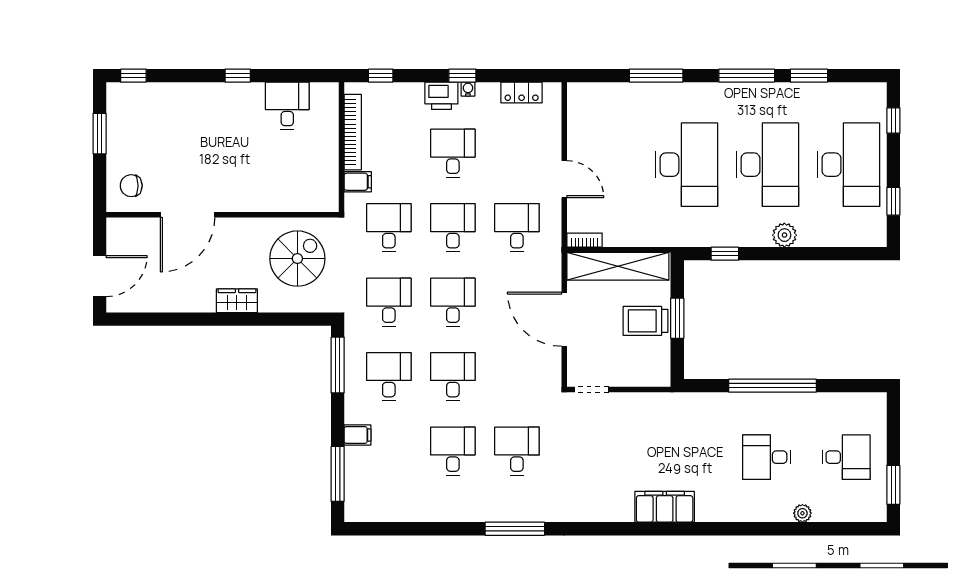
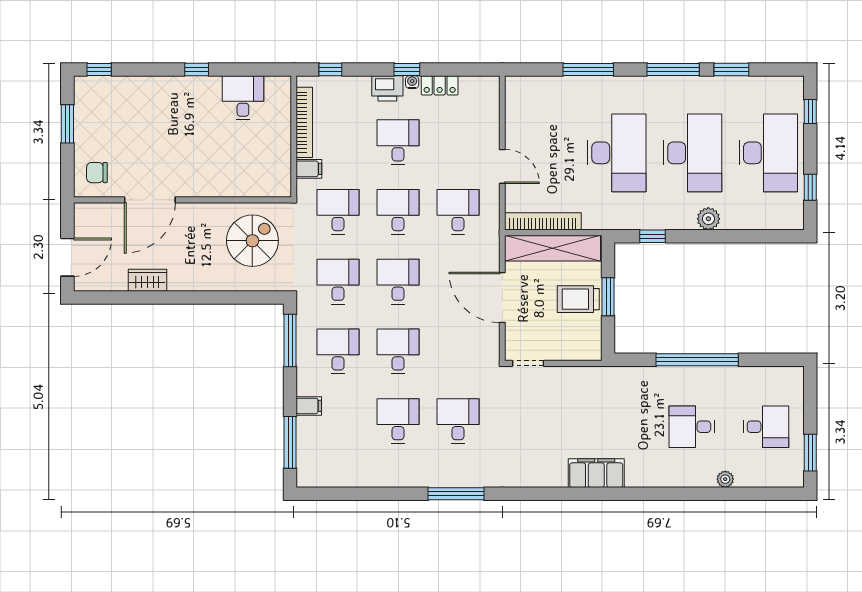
locker: (522, 93) -> (440, 85), moved
bookcase: (584, 240) -> (543, 221), width x2.31, depth x1.31
wardrobe: (237, 301) -> (147, 280), moved

